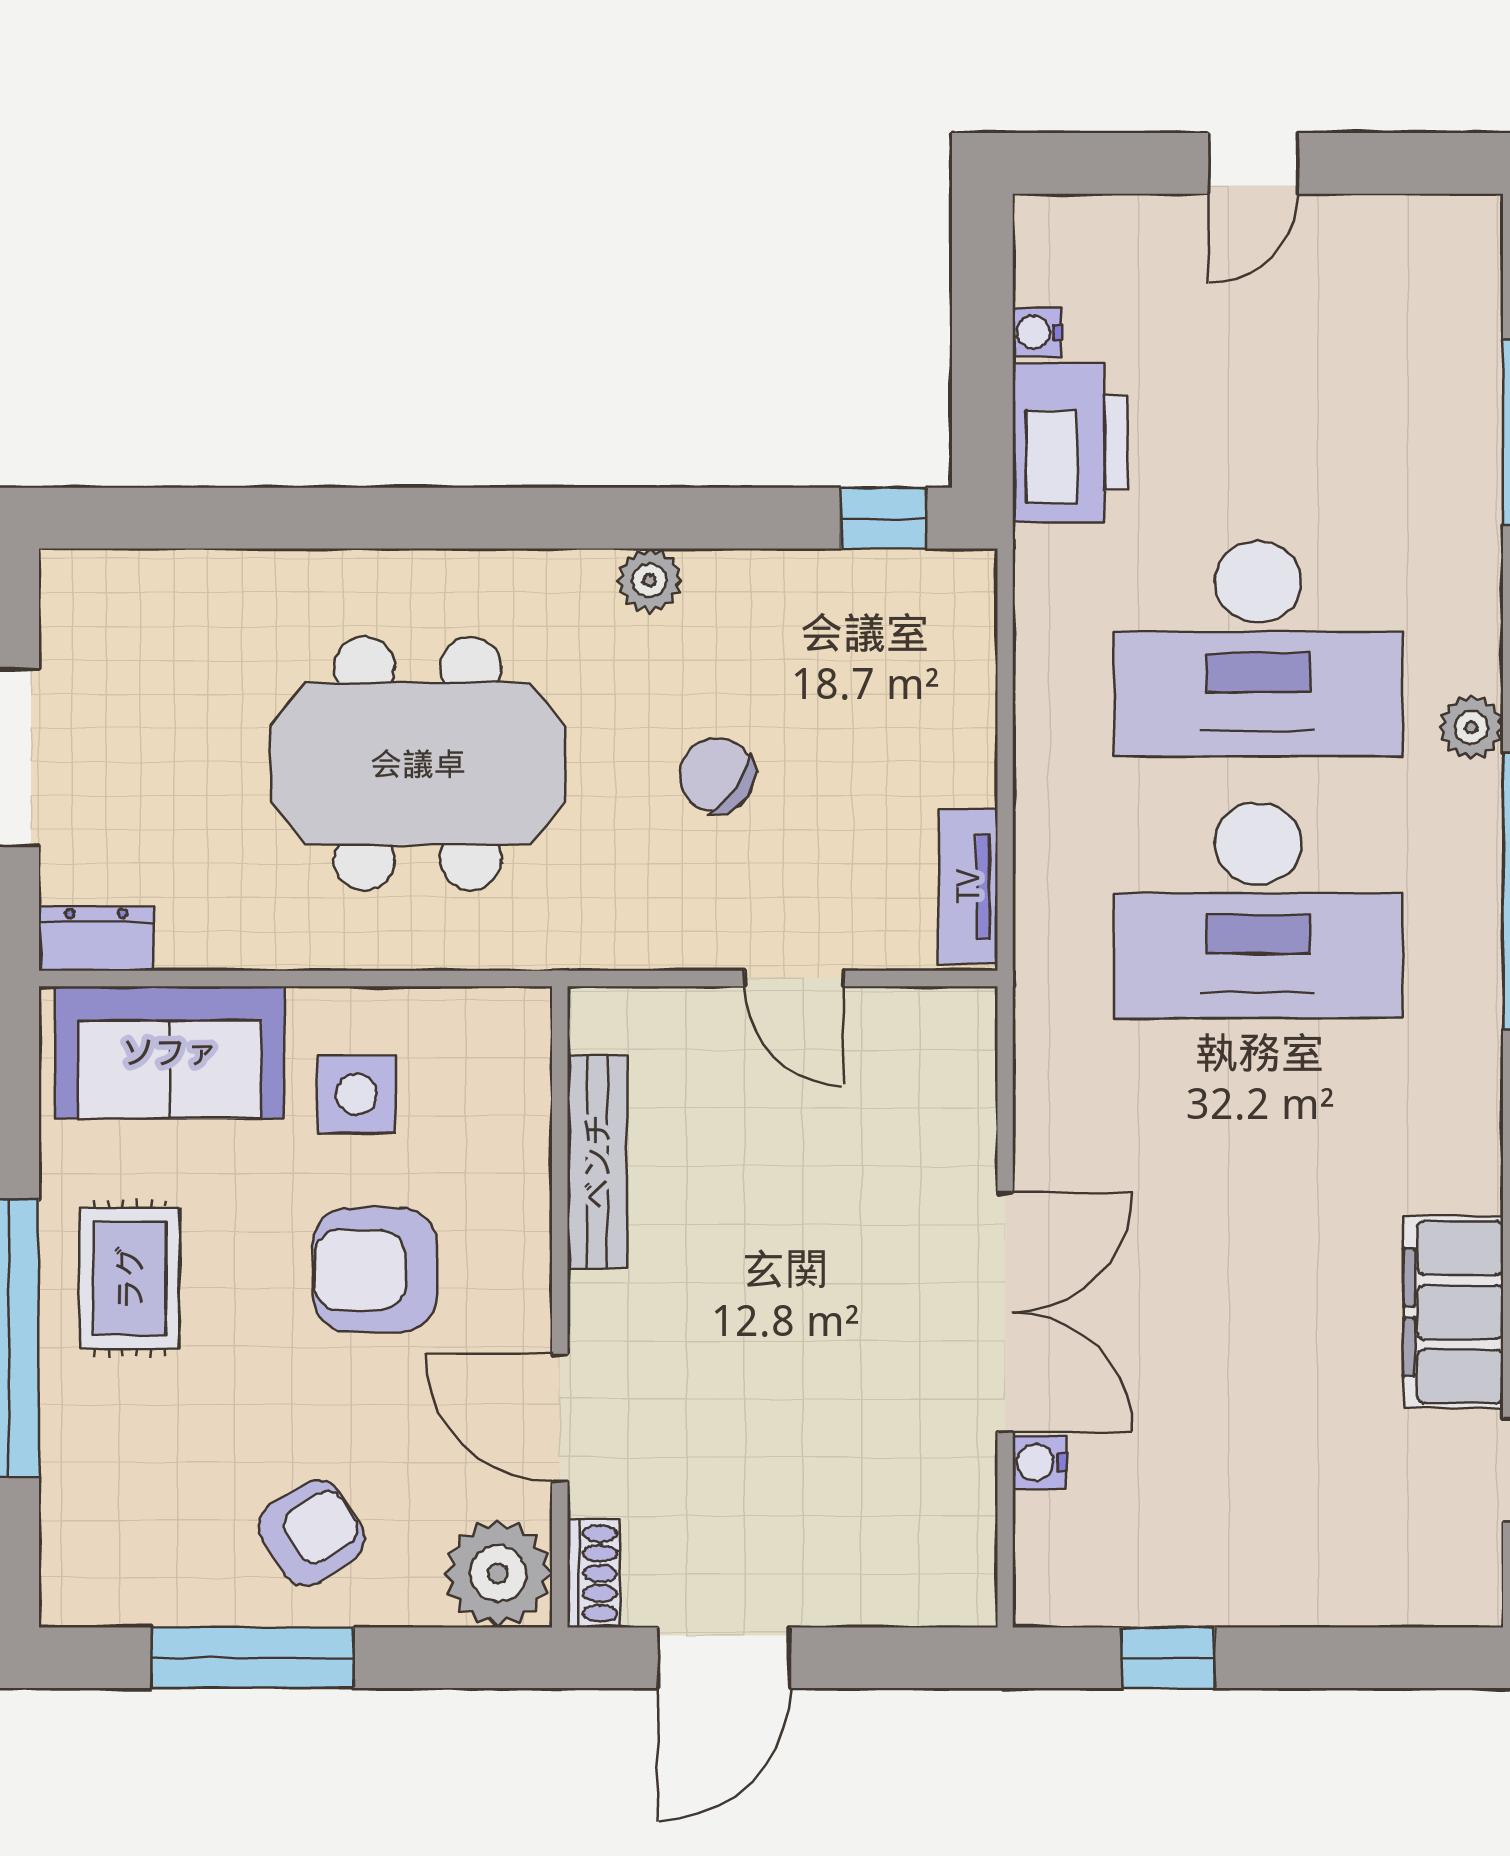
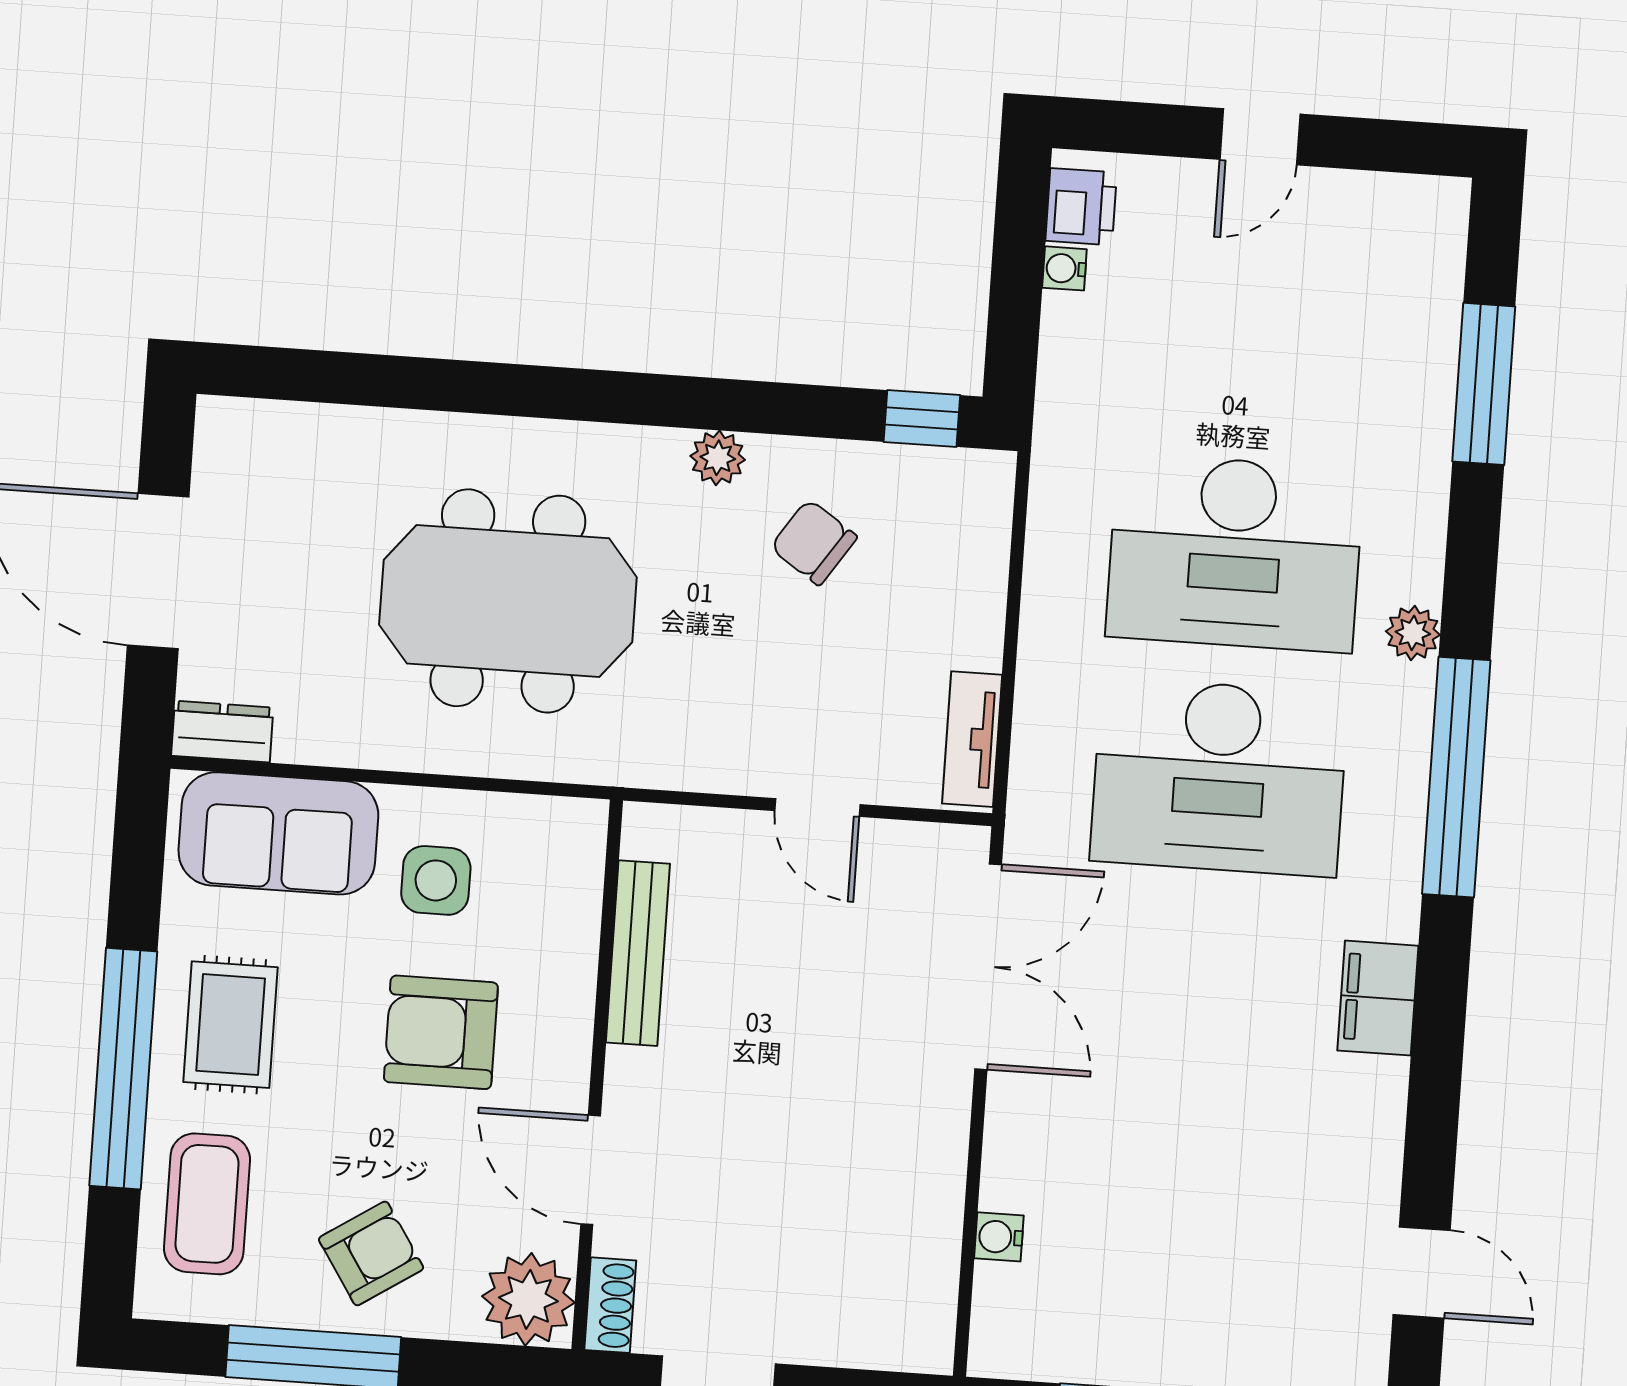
printer: (1070, 443) -> (1081, 207), moved, width x0.53, depth x0.68
chair: (717, 775) -> (814, 542), moved
double door: (1005, 1312) -> (988, 967), moved
filing cabinet: (1453, 1312) -> (1378, 998), moved, width x0.67, depth x0.86
coffee table: (117, 1488) -> (207, 1204), added

